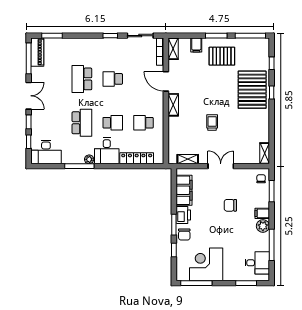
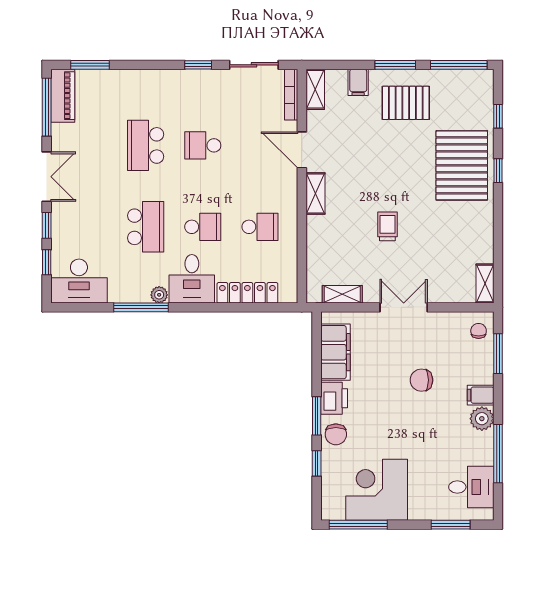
school desk: (143, 123) -> (260, 227), turned 180

